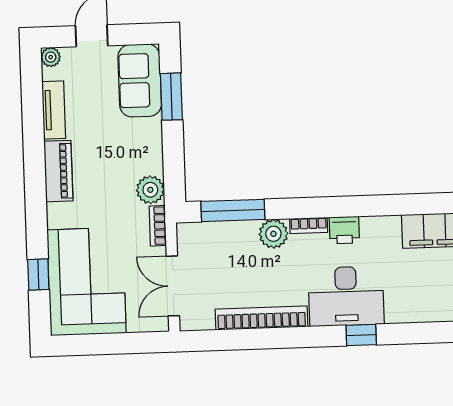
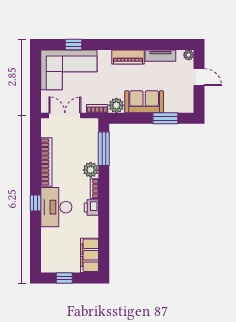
sofa: (140, 80) -> (144, 102), moved
window: (361, 335) -> (35, 203), moved

